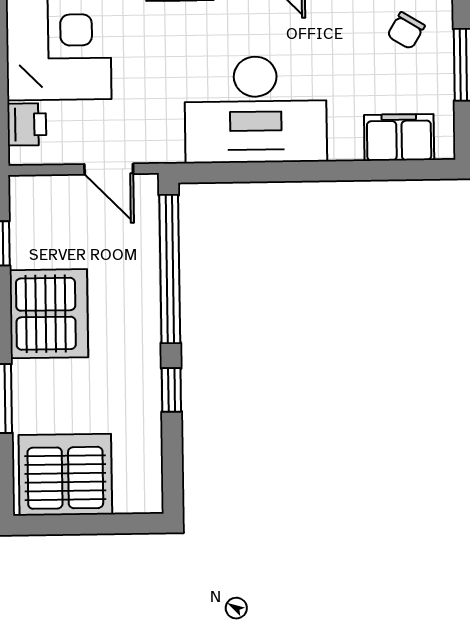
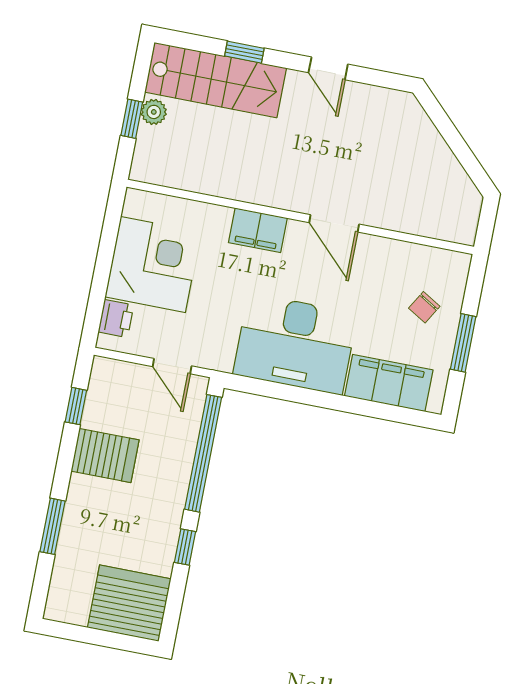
filing cabinet: (399, 137) -> (389, 383), width x1.50, depth x1.17
server rack: (49, 314) -> (105, 456), width x0.62
server rack: (65, 475) -> (129, 603), moved

